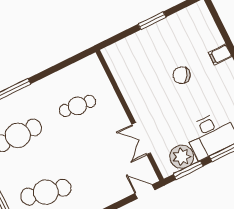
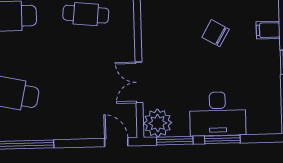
plant: (182, 157) -> (158, 123), moved

